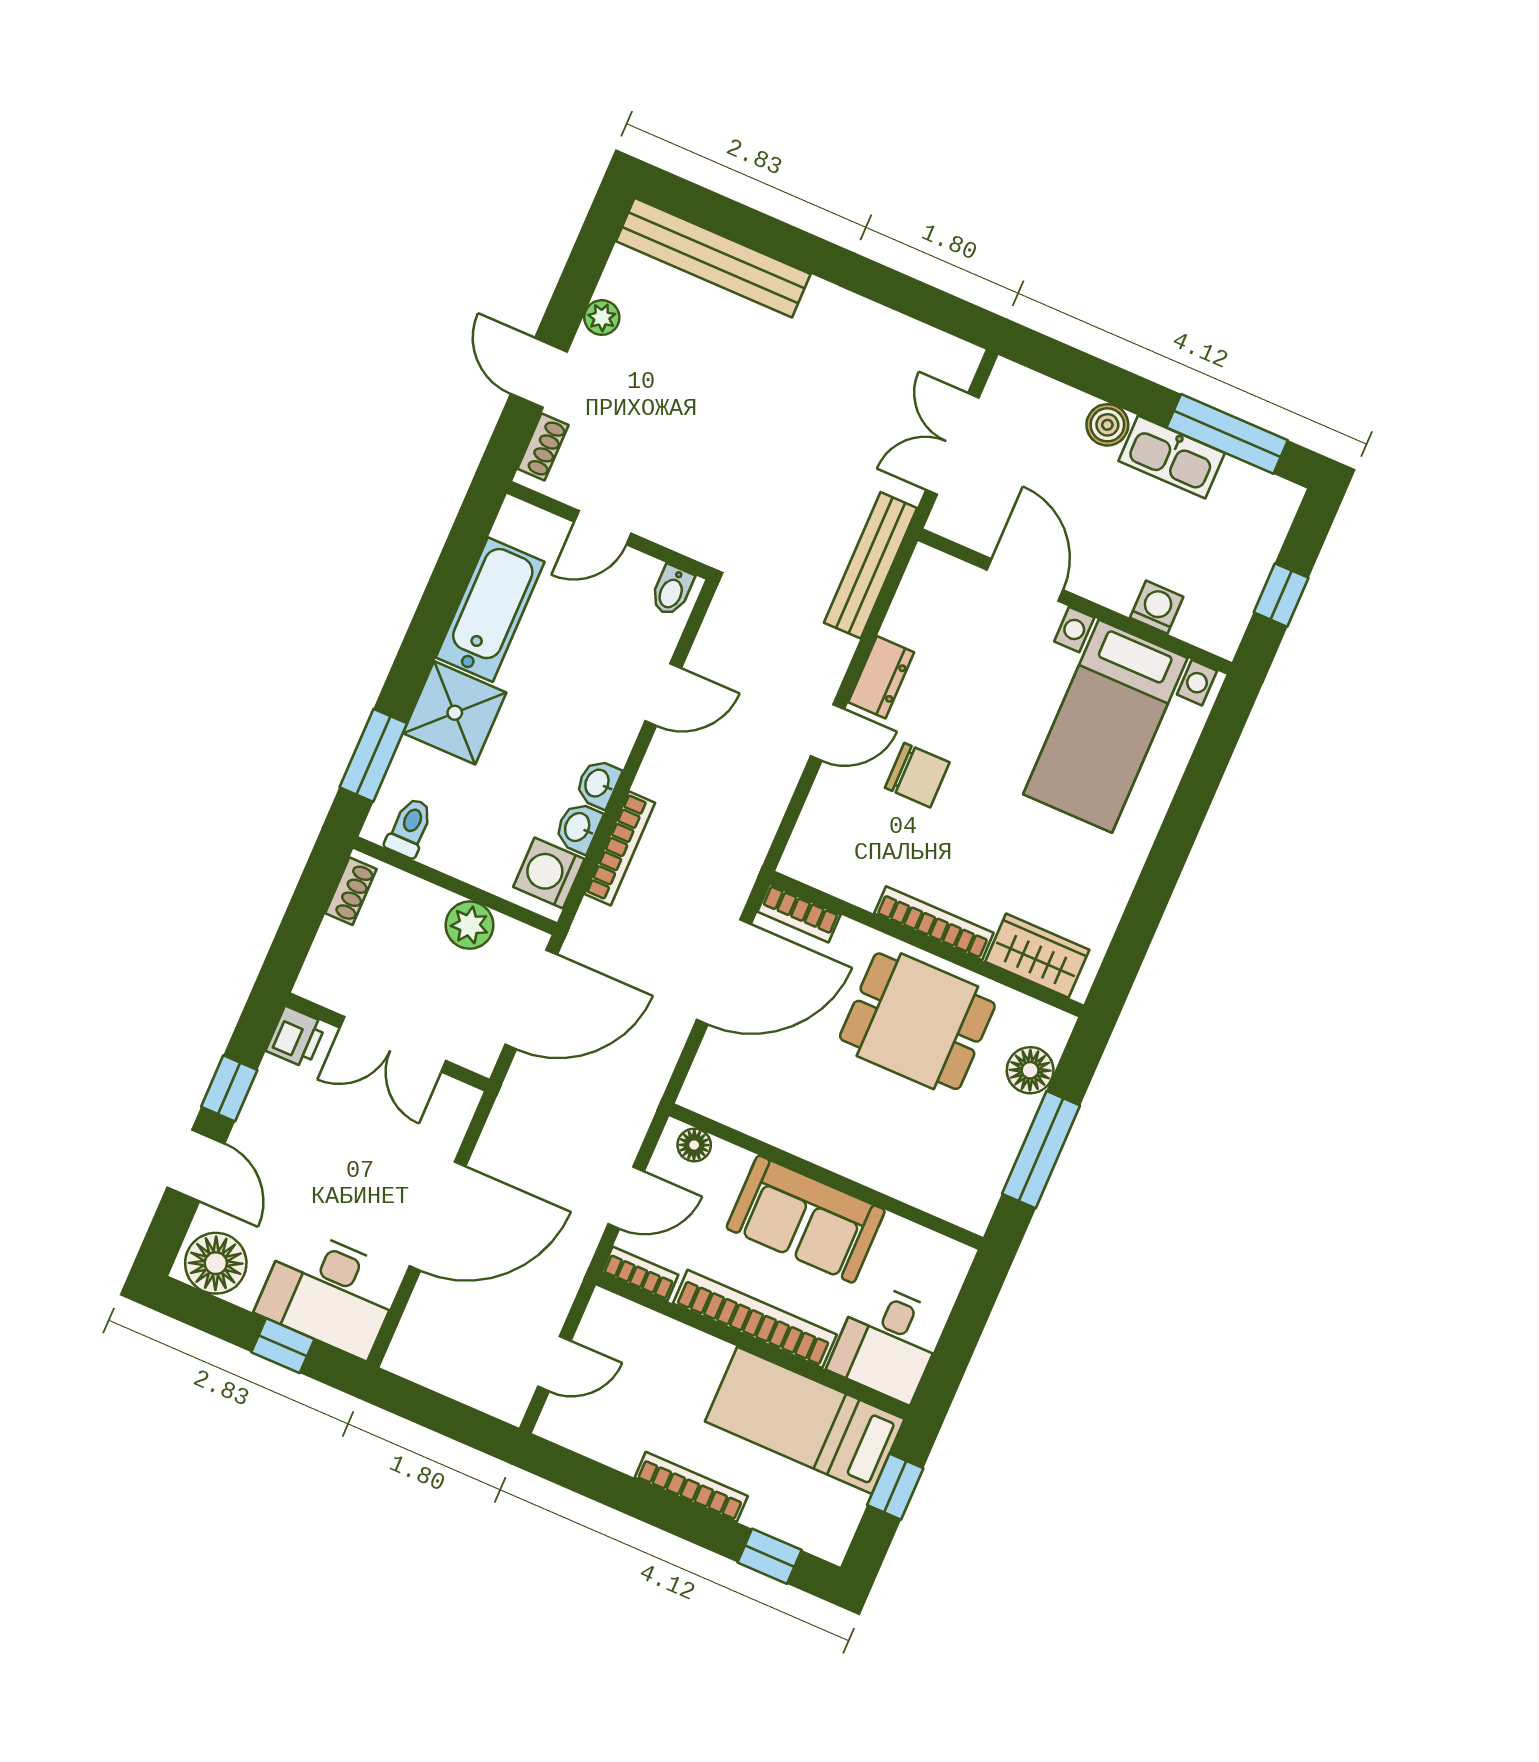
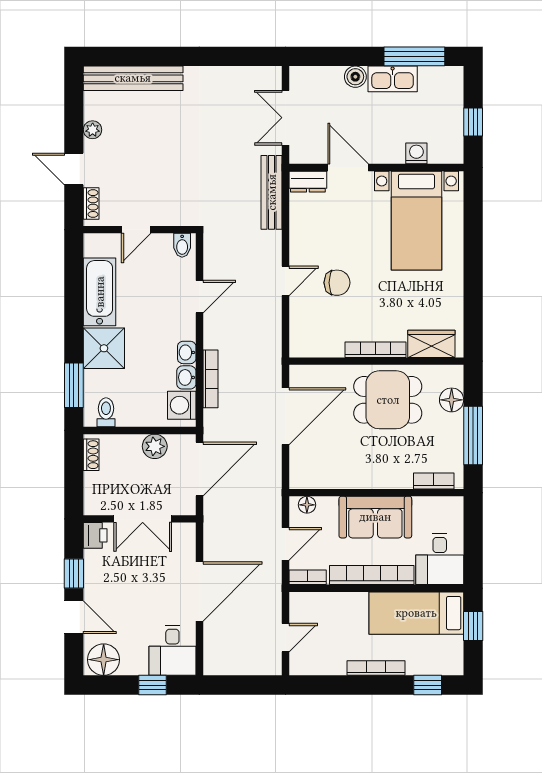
dresser: (881, 677) -> (308, 182), moved, turned 90
bookcase: (799, 913) -> (434, 481), moved, turned 180
desk: (329, 1293) -> (172, 650), width x0.73

